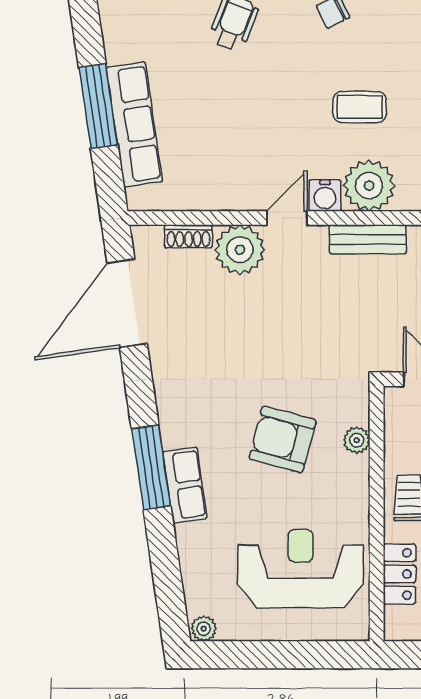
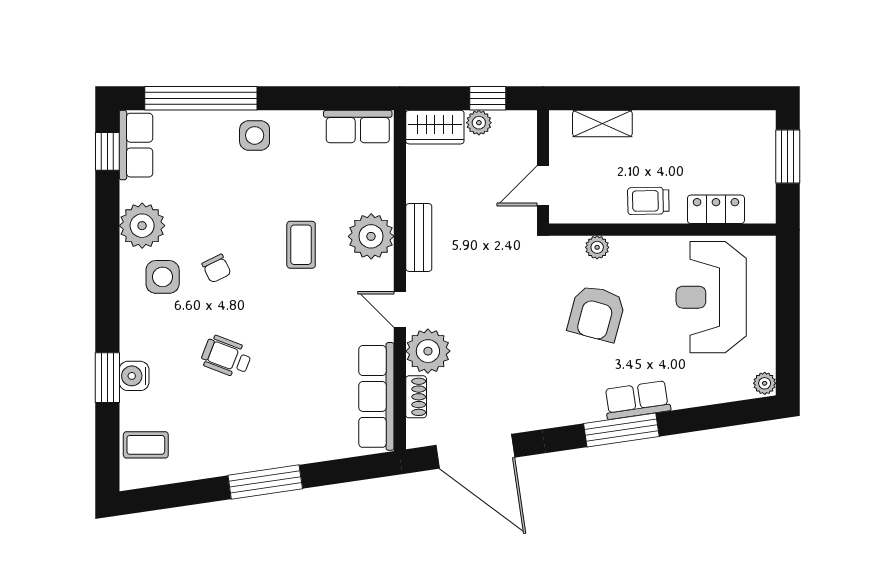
window: (98, 106) -> (265, 482), moved
row of seats: (134, 125) -> (376, 396), moved, turned -82
water cooler: (325, 196) -> (380, 276), removed

